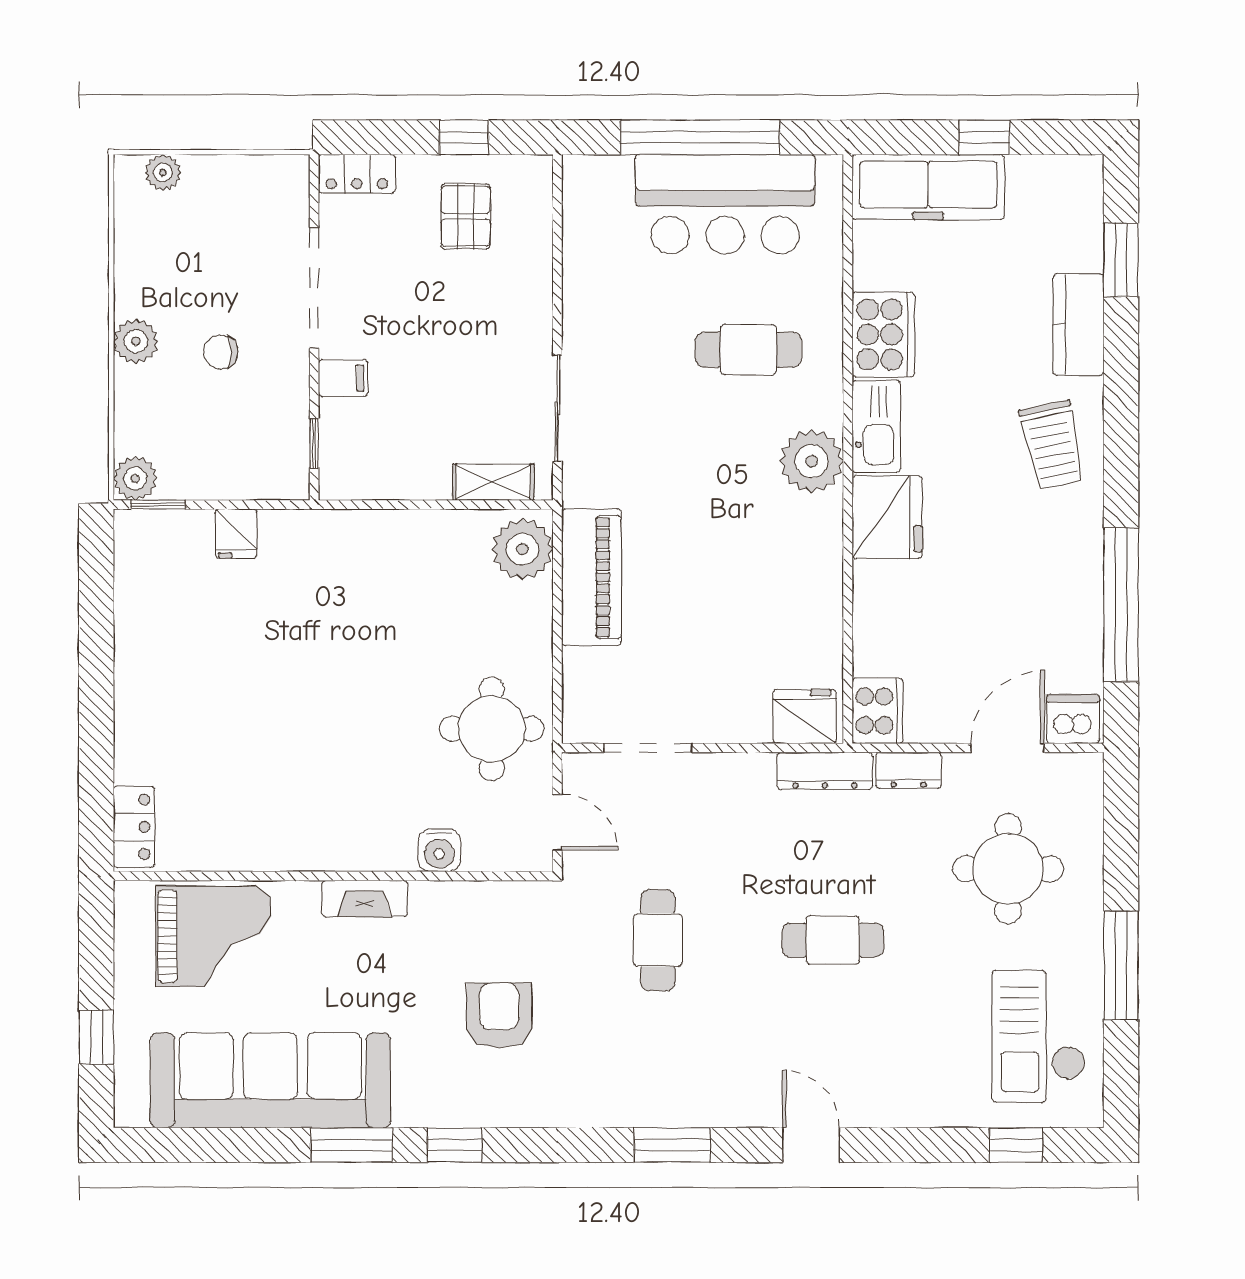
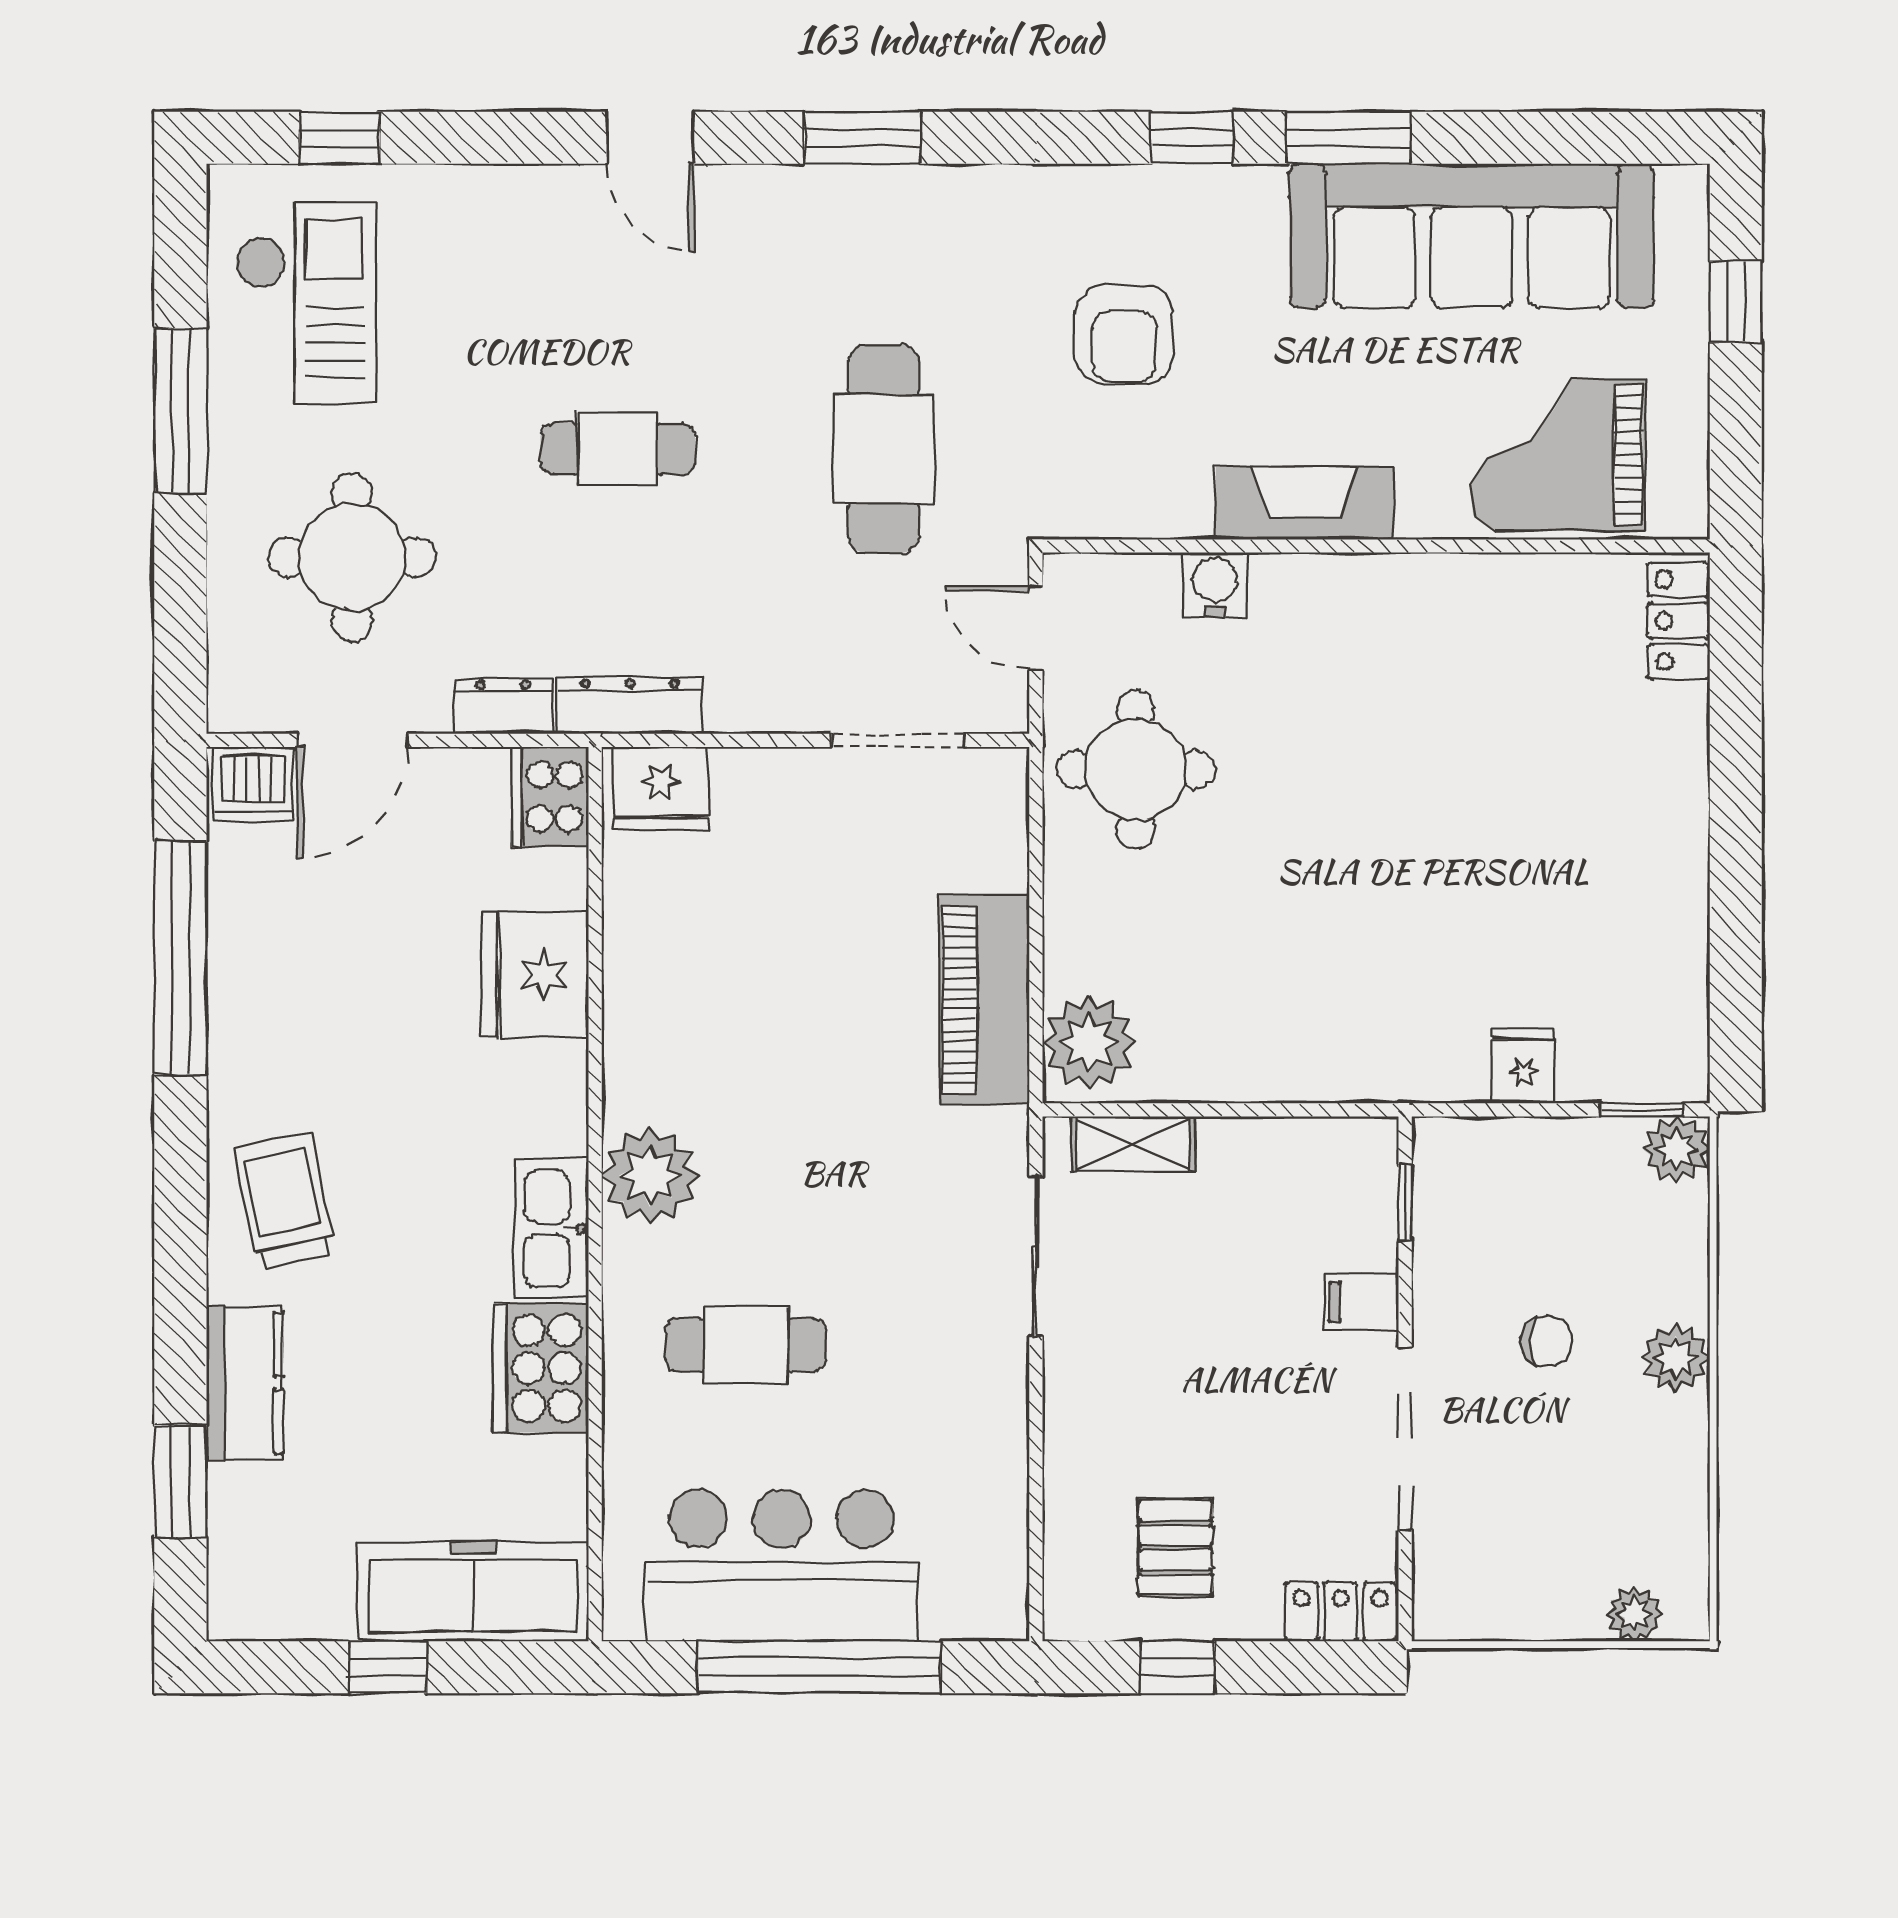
fridge: (887, 517) -> (535, 975), moved
fireplace: (365, 899) -> (1305, 503), width x1.37, depth x1.32
cafe table: (658, 940) -> (883, 449), width x1.37, depth x1.35

